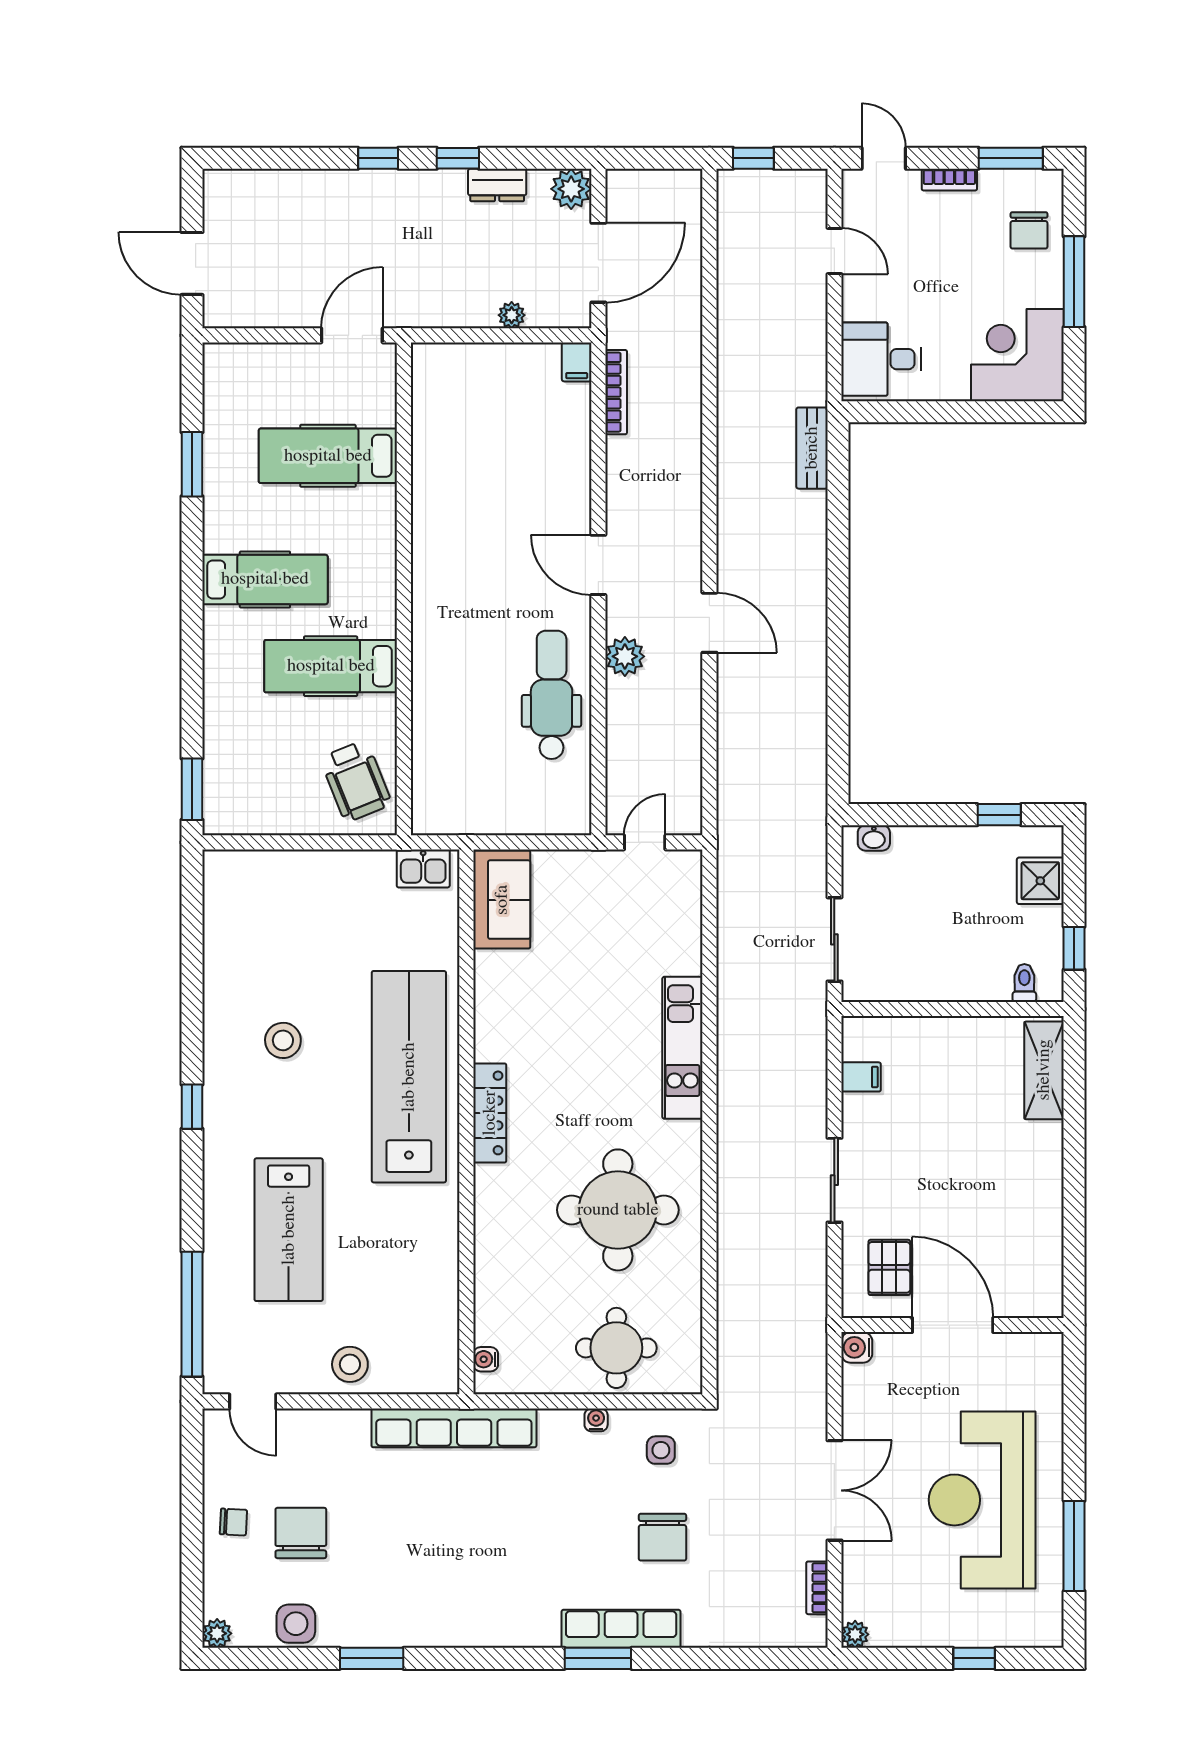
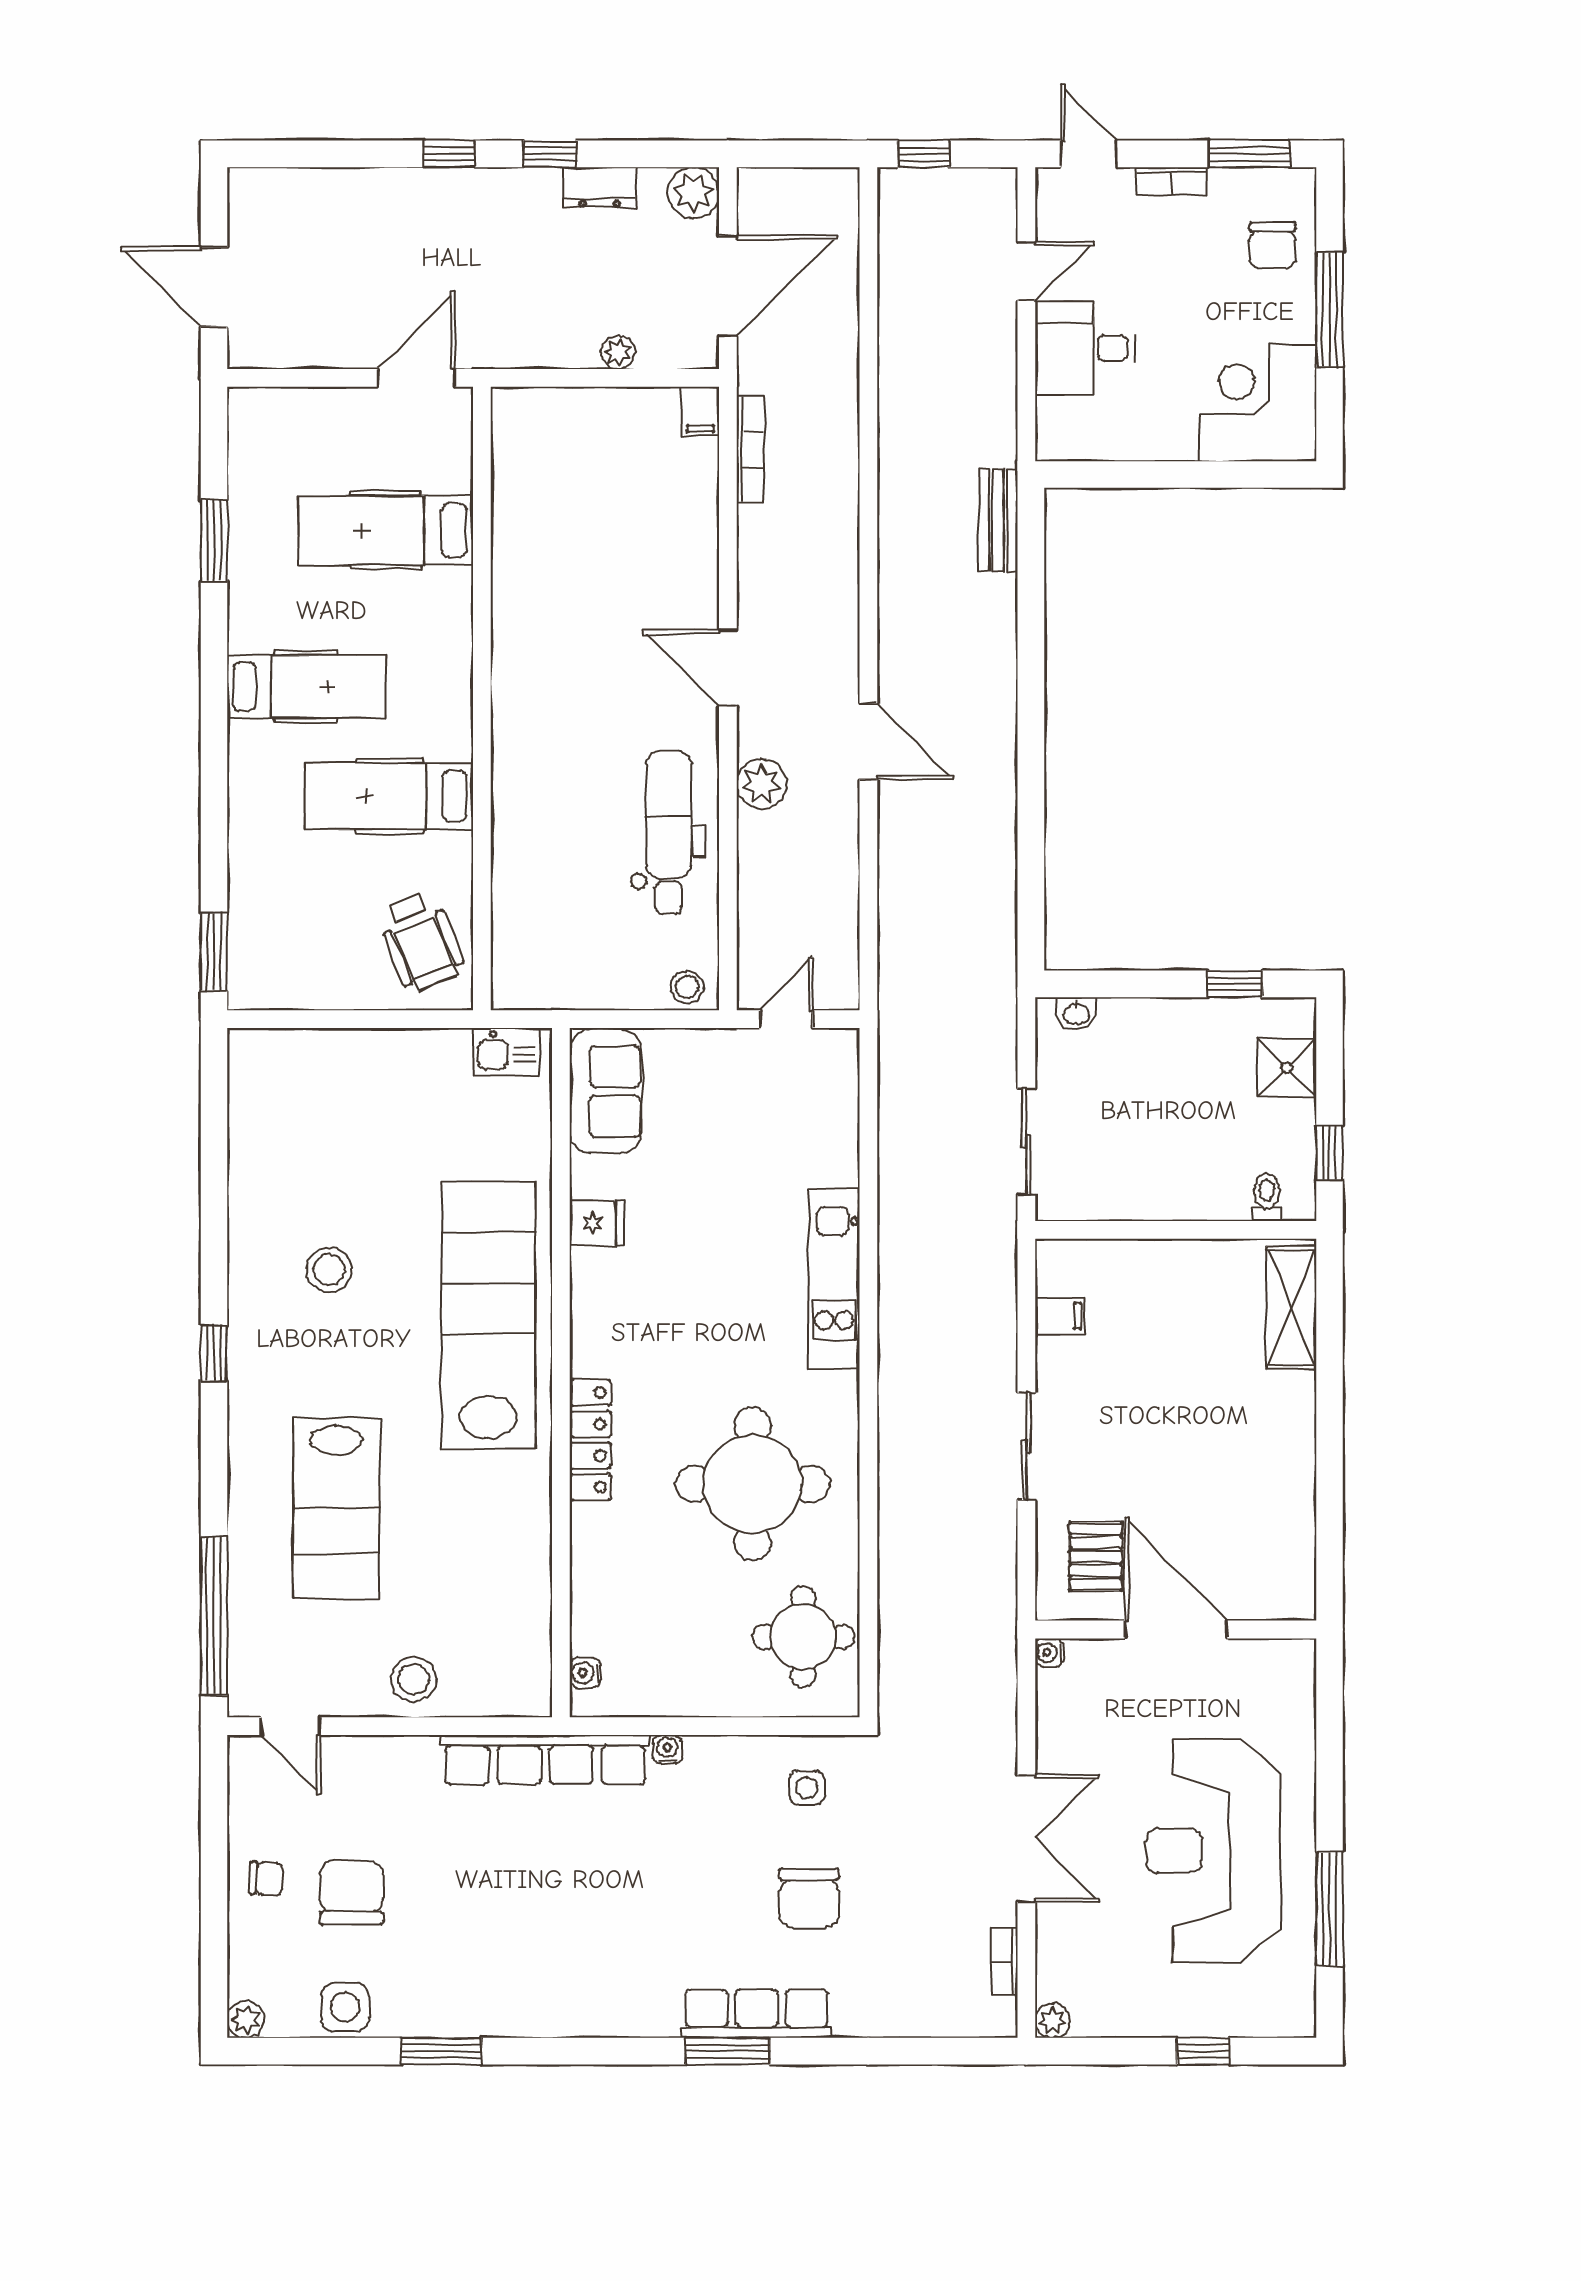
door: (834, 251) -> (1026, 271), hinge flipped
desk: (881, 359) -> (1085, 348), moved
stool: (566, 817) -> (687, 987), added
fridge: (495, 1003) -> (597, 1223), added
locker: (490, 1113) -> (590, 1440), moved
water cooler: (857, 1347) -> (1049, 1652), width x0.72, depth x0.72
round table: (616, 1348) -> (803, 1637), moved
water cooler: (596, 1420) -> (667, 1749), moved

